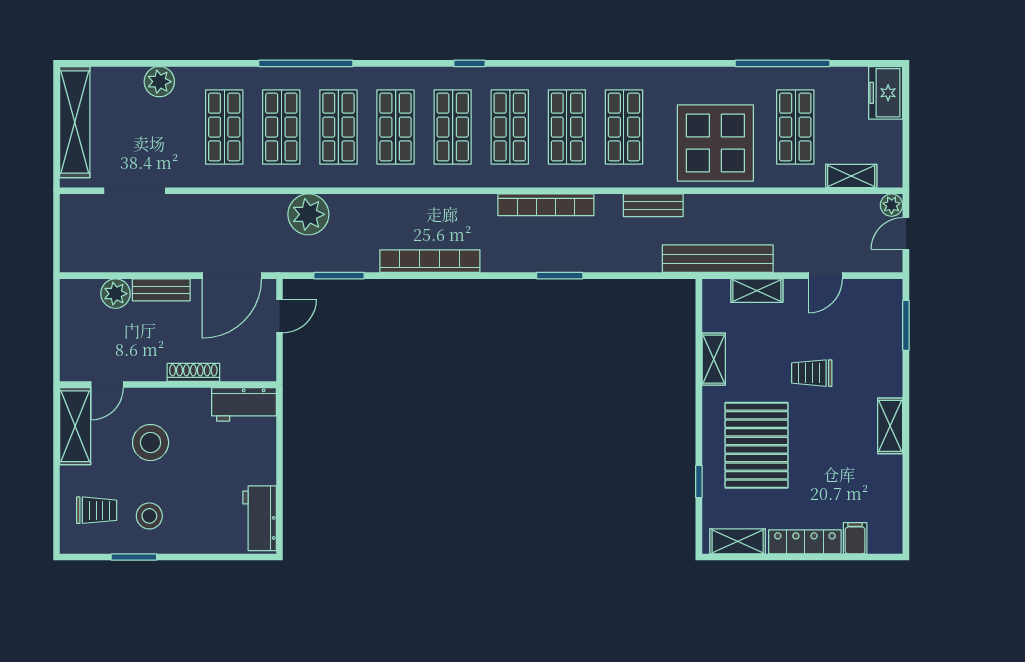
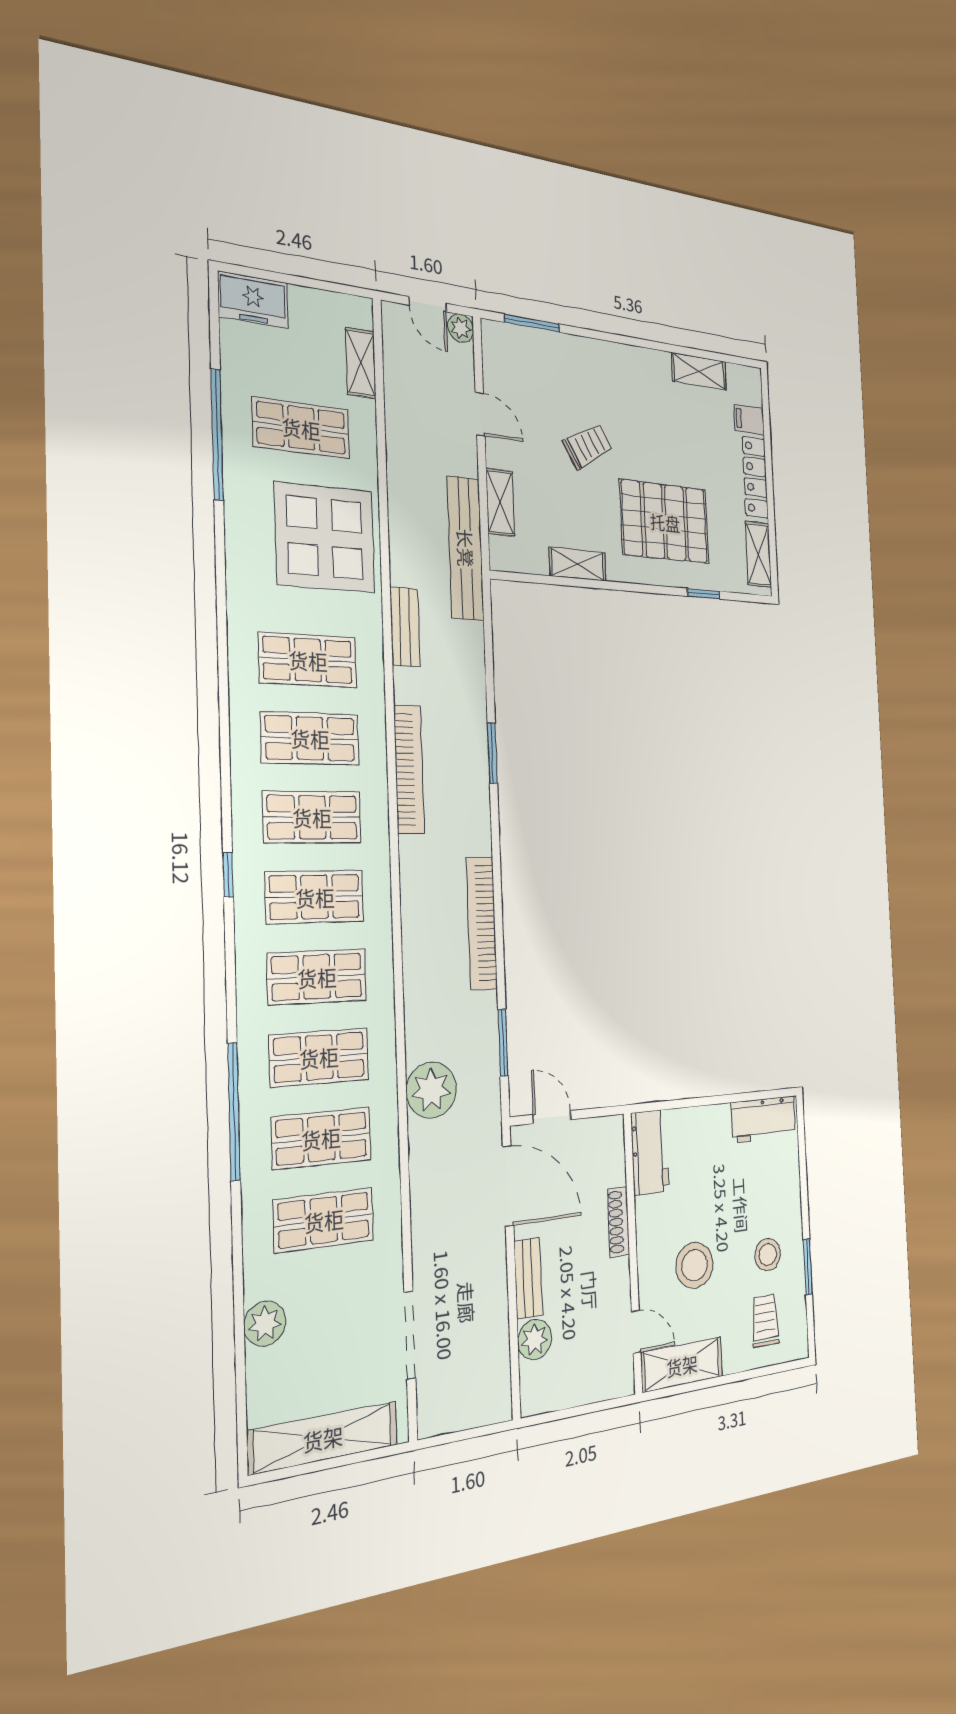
plant: (892, 205) -> (461, 328), moved
trolley: (812, 373) -> (588, 446), turned -120
shelving: (890, 426) -> (699, 371), moved

